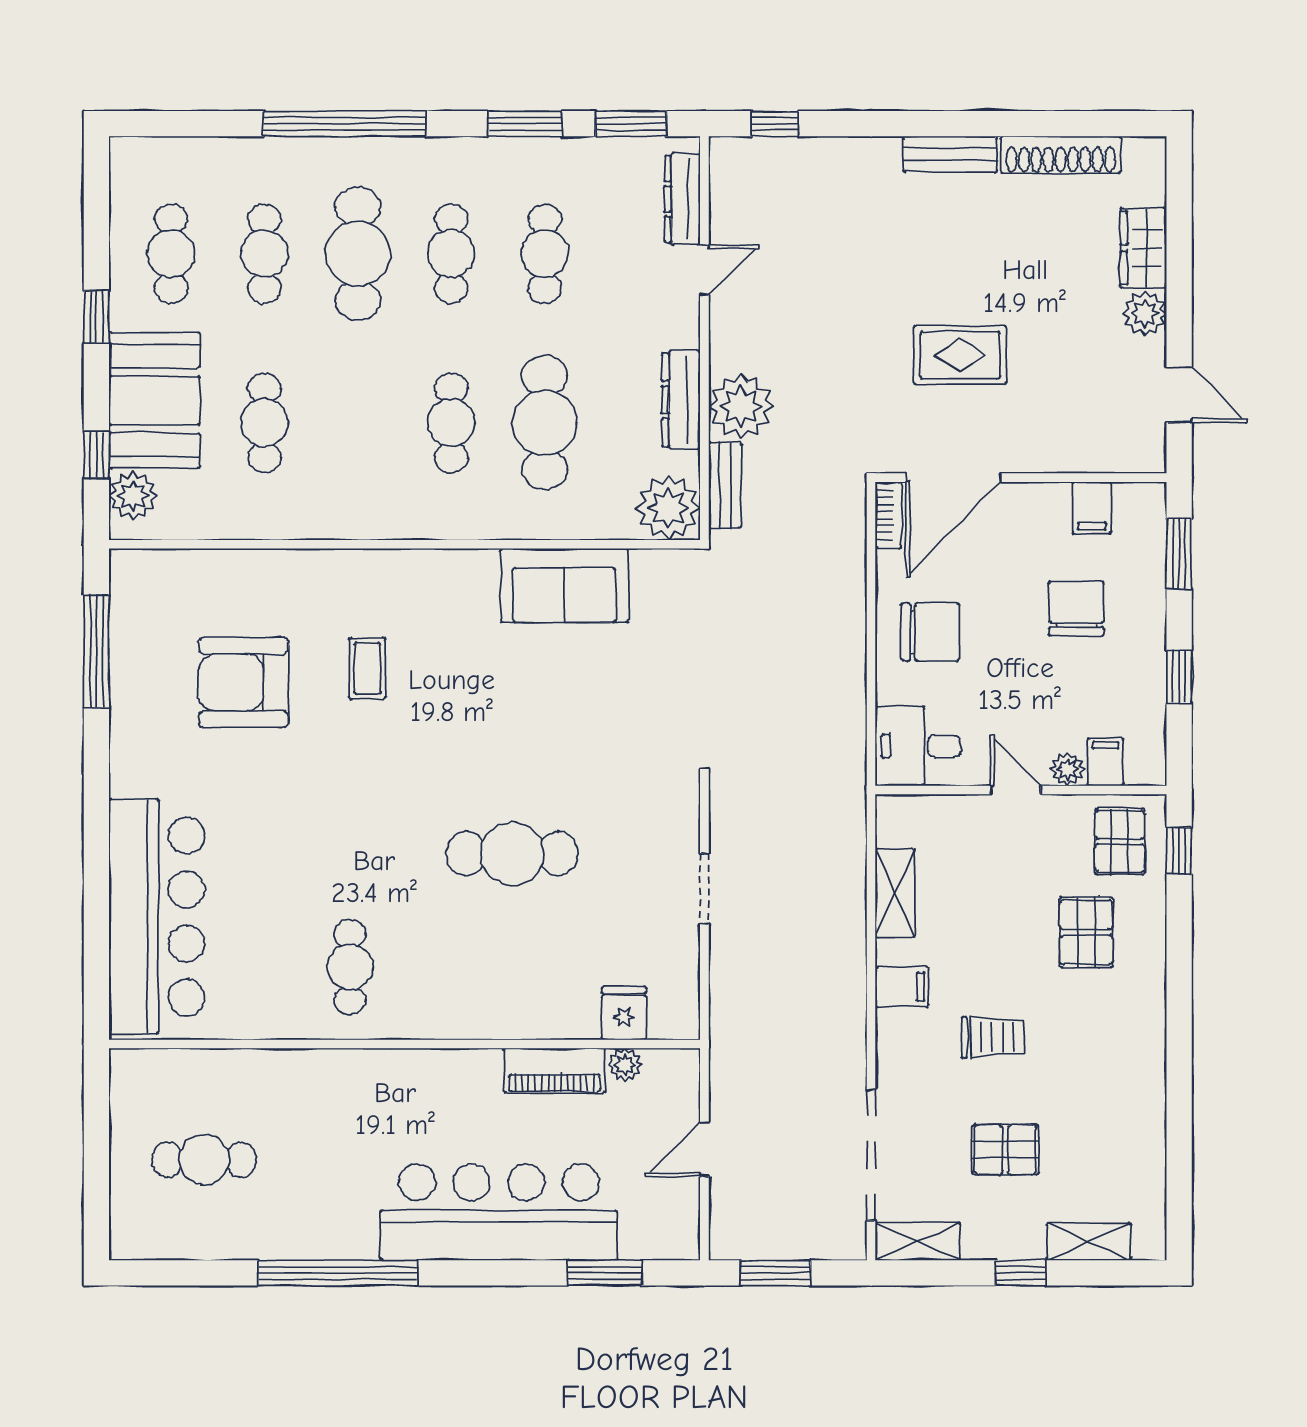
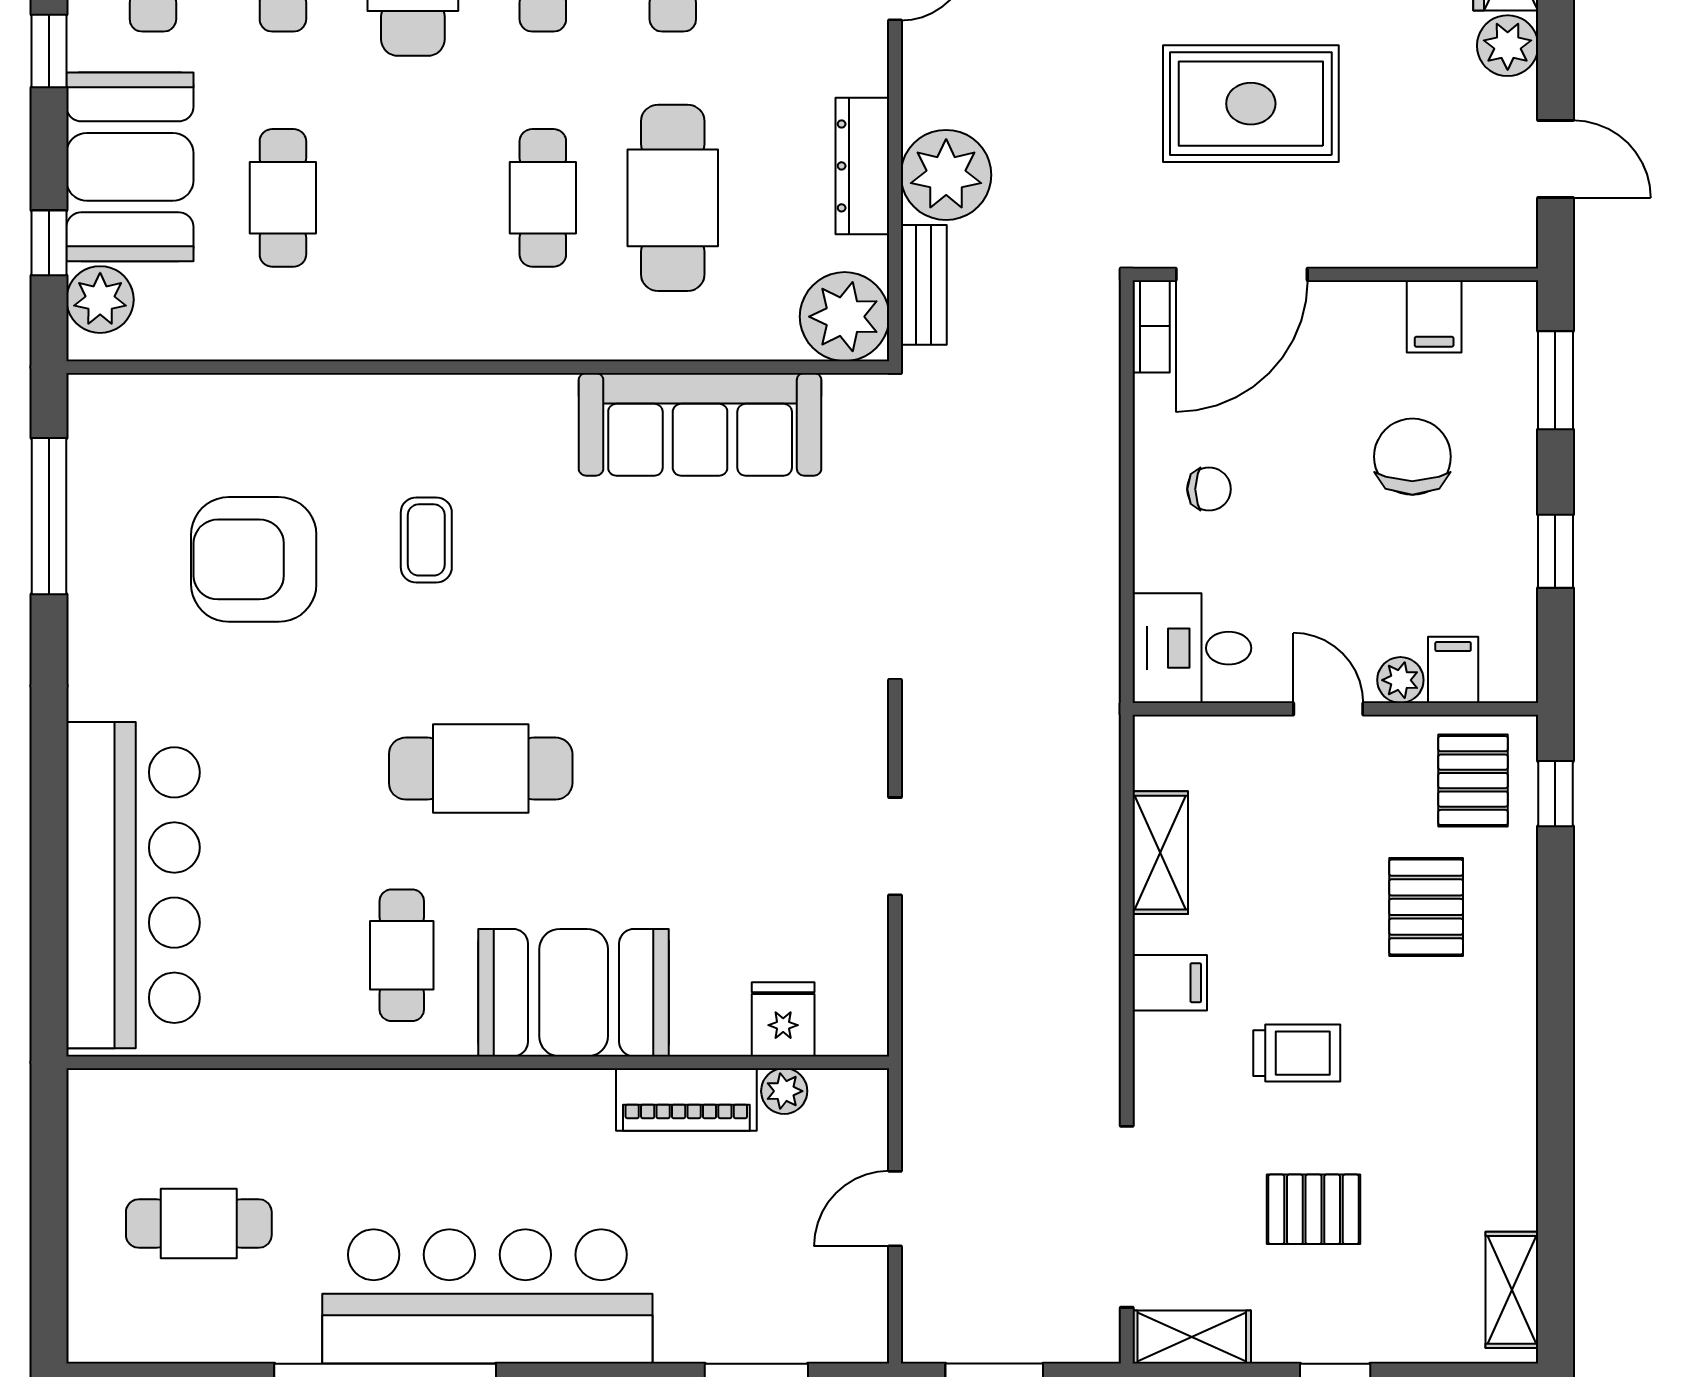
rug: (960, 355) -> (1251, 104), width x1.36, depth x1.43
sofa: (564, 585) -> (700, 424), width x1.36
chair: (930, 632) -> (1209, 489), width x0.54, depth x0.54
cafe table: (512, 854) -> (481, 769), moved
booth: (473, 994) -> (574, 993), added
bar counter: (499, 1212) -> (487, 1296), moved
shelving: (1089, 1242) -> (1512, 1290), moved, turned 90

